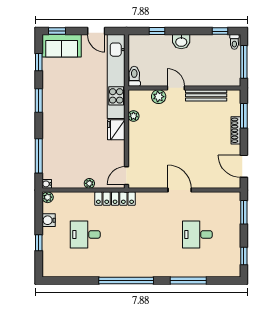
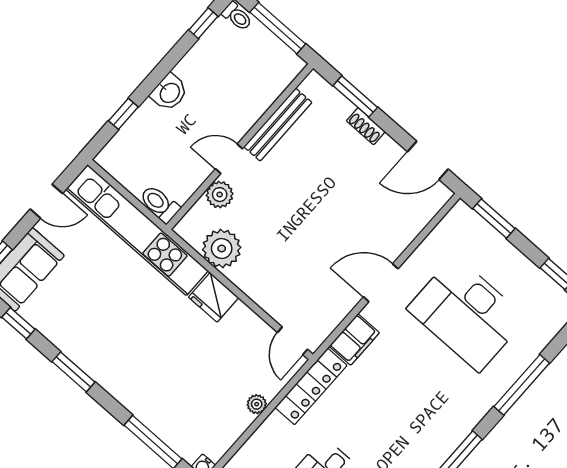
plant: (133, 116) -> (222, 249), width x1.88, depth x1.88
shoe rack: (236, 130) -> (366, 126), width x0.70
filing cabinet: (148, 199) -> (354, 339), added
desk: (197, 234) -> (467, 314), width x1.87, depth x1.30

